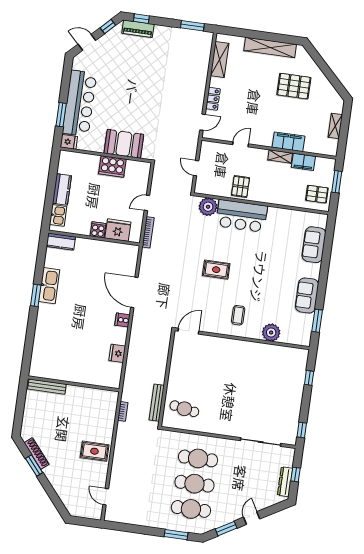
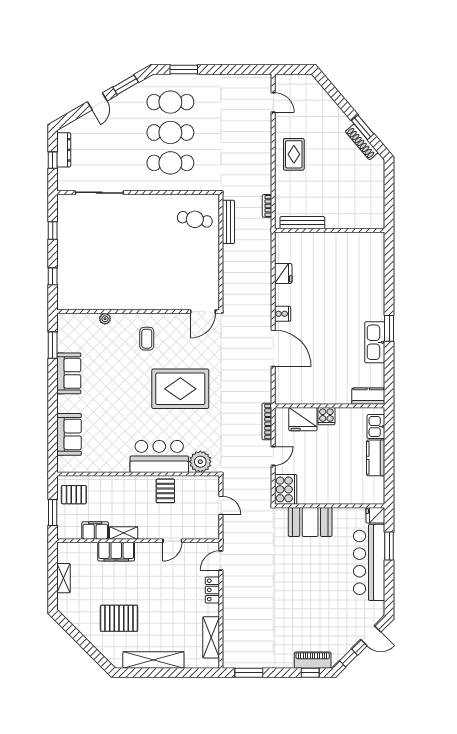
cooker: (112, 166) -> (286, 489), moved, turned 90
rug: (216, 270) -> (180, 389), width x1.86, depth x2.06
plant: (271, 333) -> (105, 319), width x0.53, depth x0.53
bench: (47, 387) -> (302, 223), moved
window: (302, 430) -> (53, 230), moved
rug: (94, 451) -> (294, 154), turned 90

